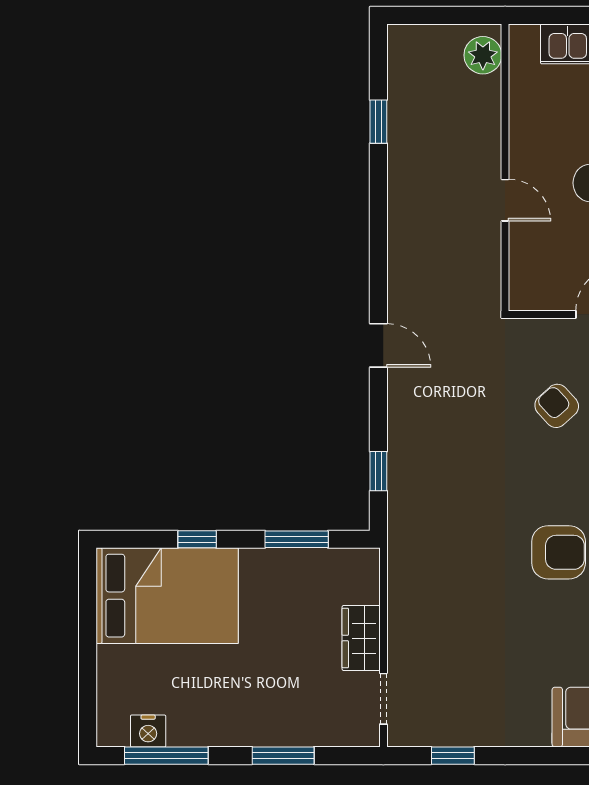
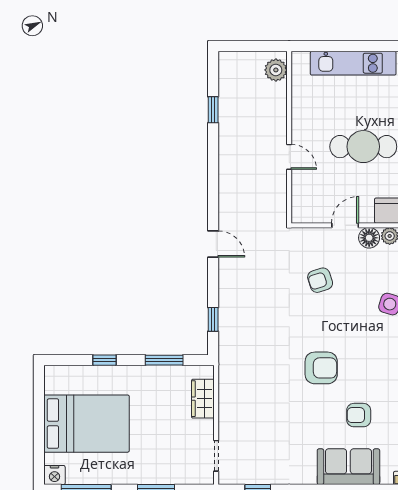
armchair: (557, 406) -> (320, 280), turned -66
bed: (167, 596) -> (87, 424), moved
wardrobe: (361, 638) -> (203, 399), moved
nightstand: (148, 731) -> (54, 475), moved

